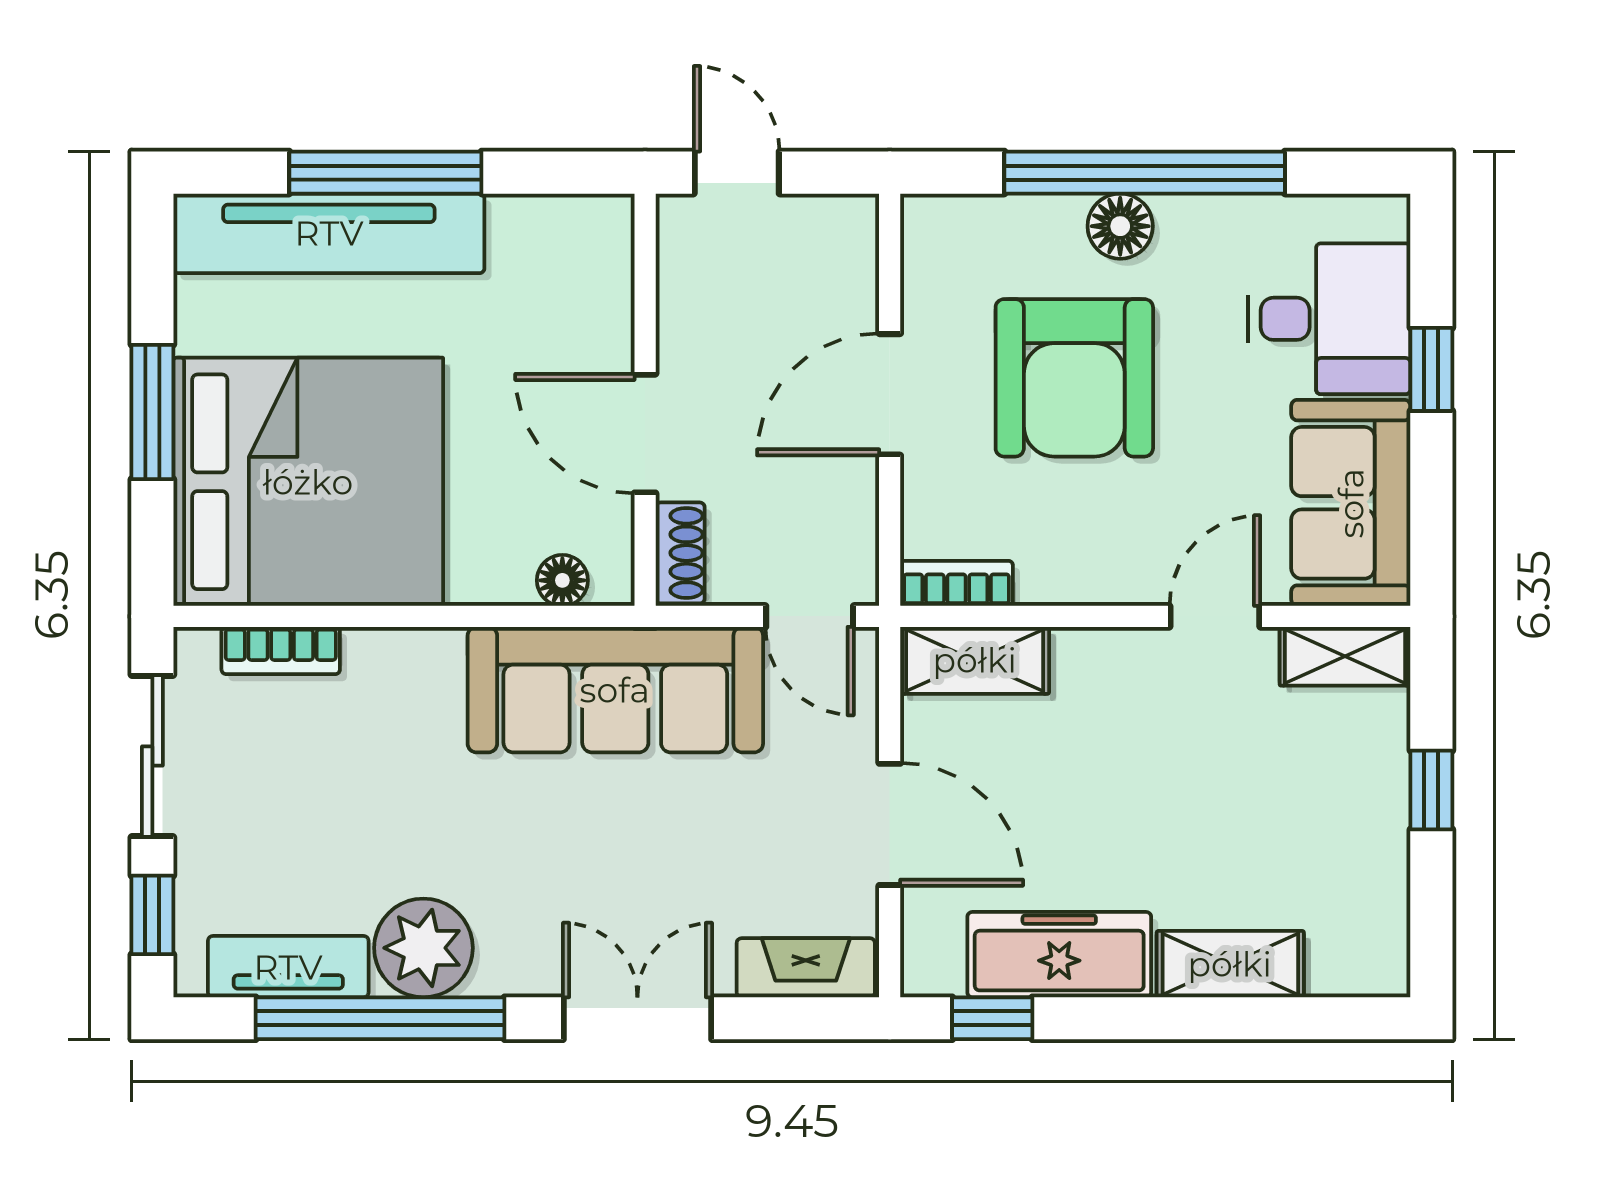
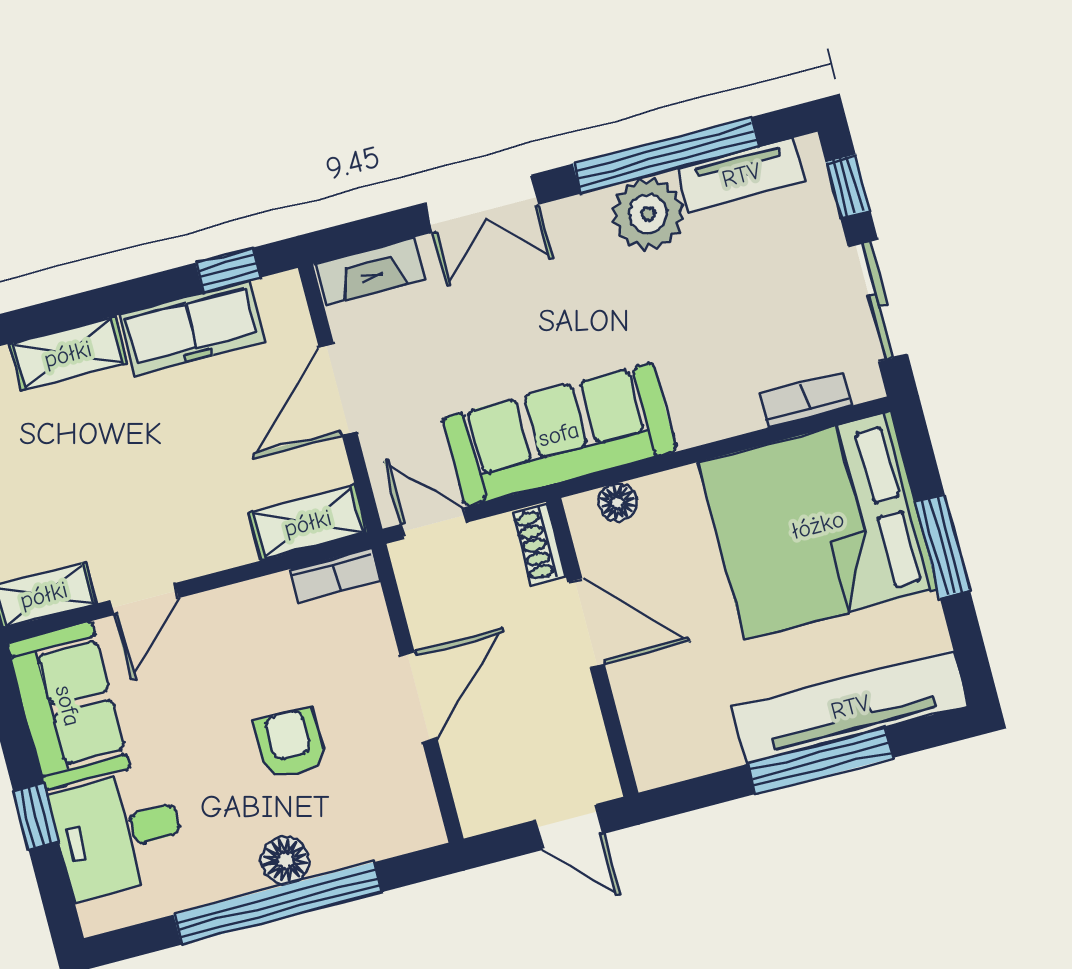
armchair: (1074, 378) -> (290, 743), width x0.53, depth x0.53
door: (890, 824) -> (338, 390), hinge flipped

